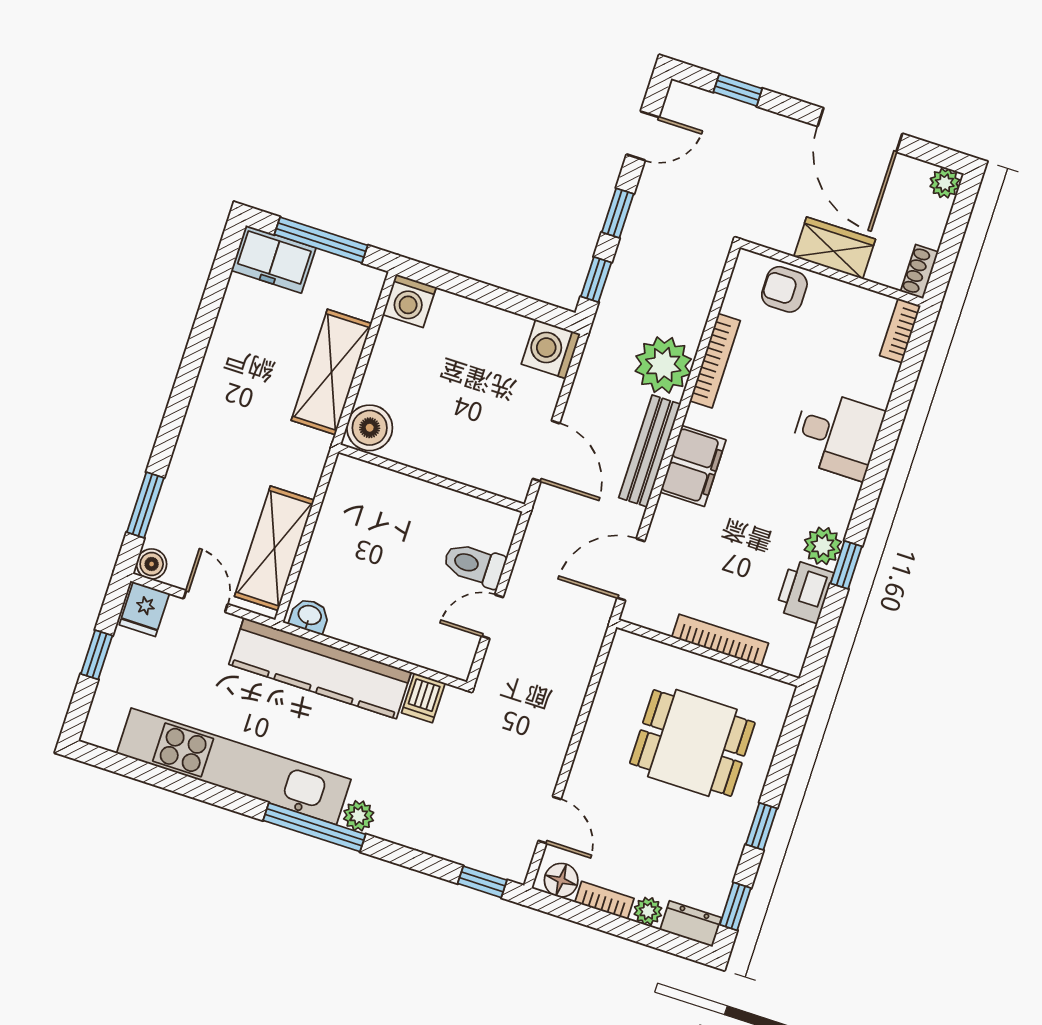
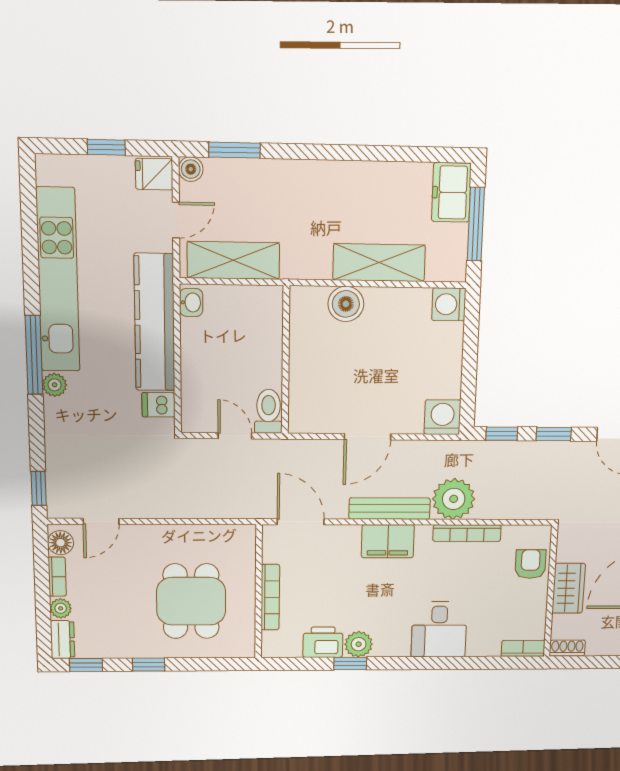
wall: (431, 478) -> (286, 360), moved

